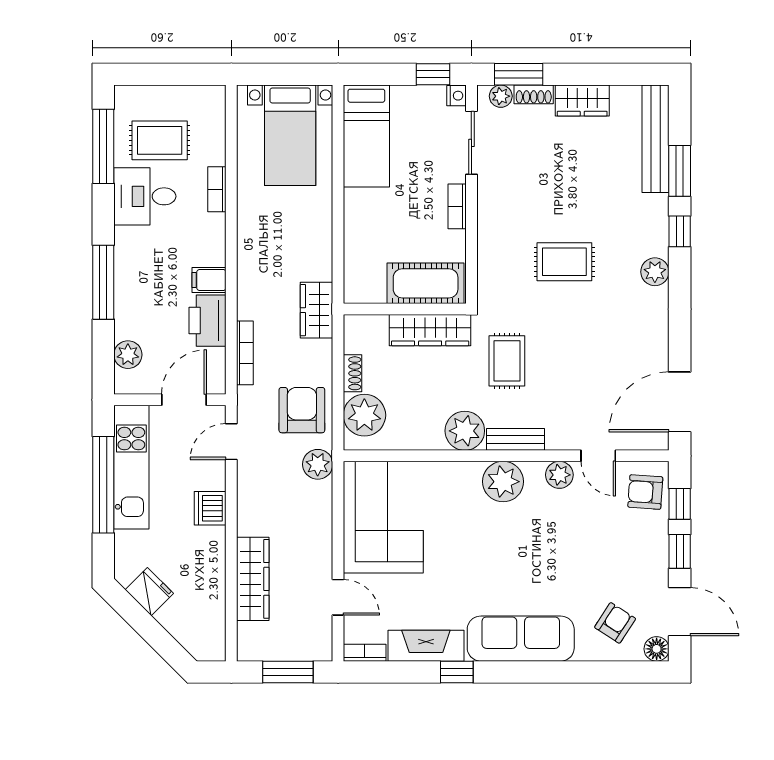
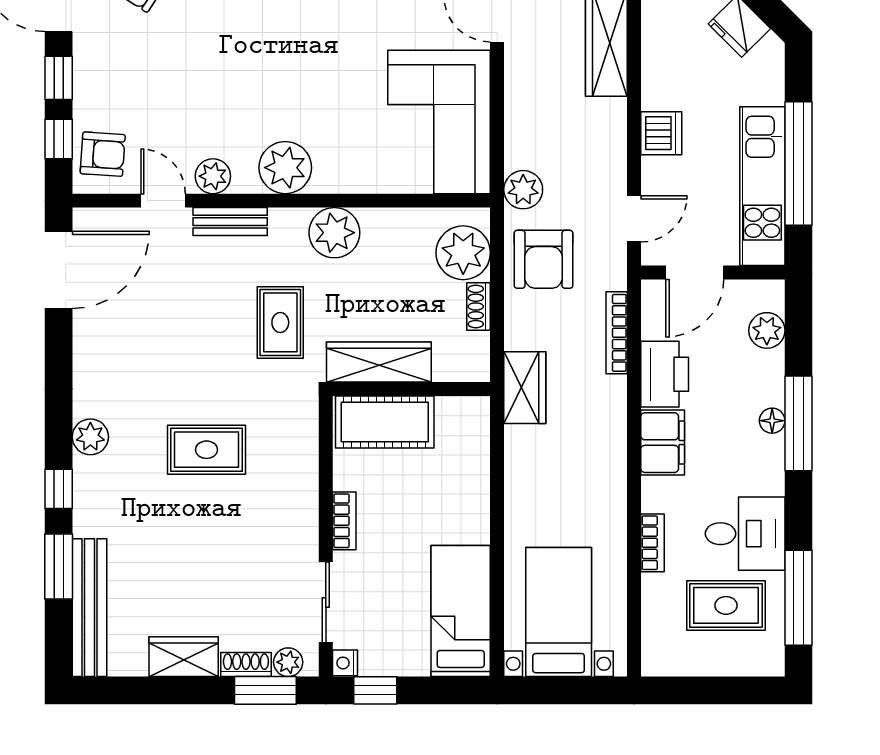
filing cabinet: (209, 280) -> (663, 443), width x2.00
floor lamp: (124, 284) -> (772, 421), added
bench: (515, 439) -> (230, 222), moved

